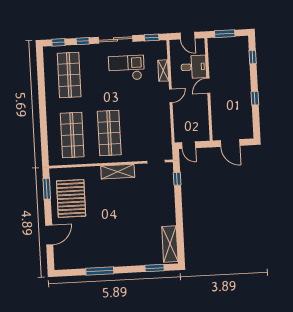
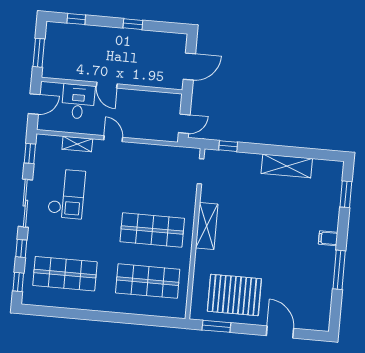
checkout: (126, 68) -> (67, 194), turned 180
shelving: (170, 244) -> (287, 166), moved
filing cabinet: (121, 260) -> (328, 238), added

